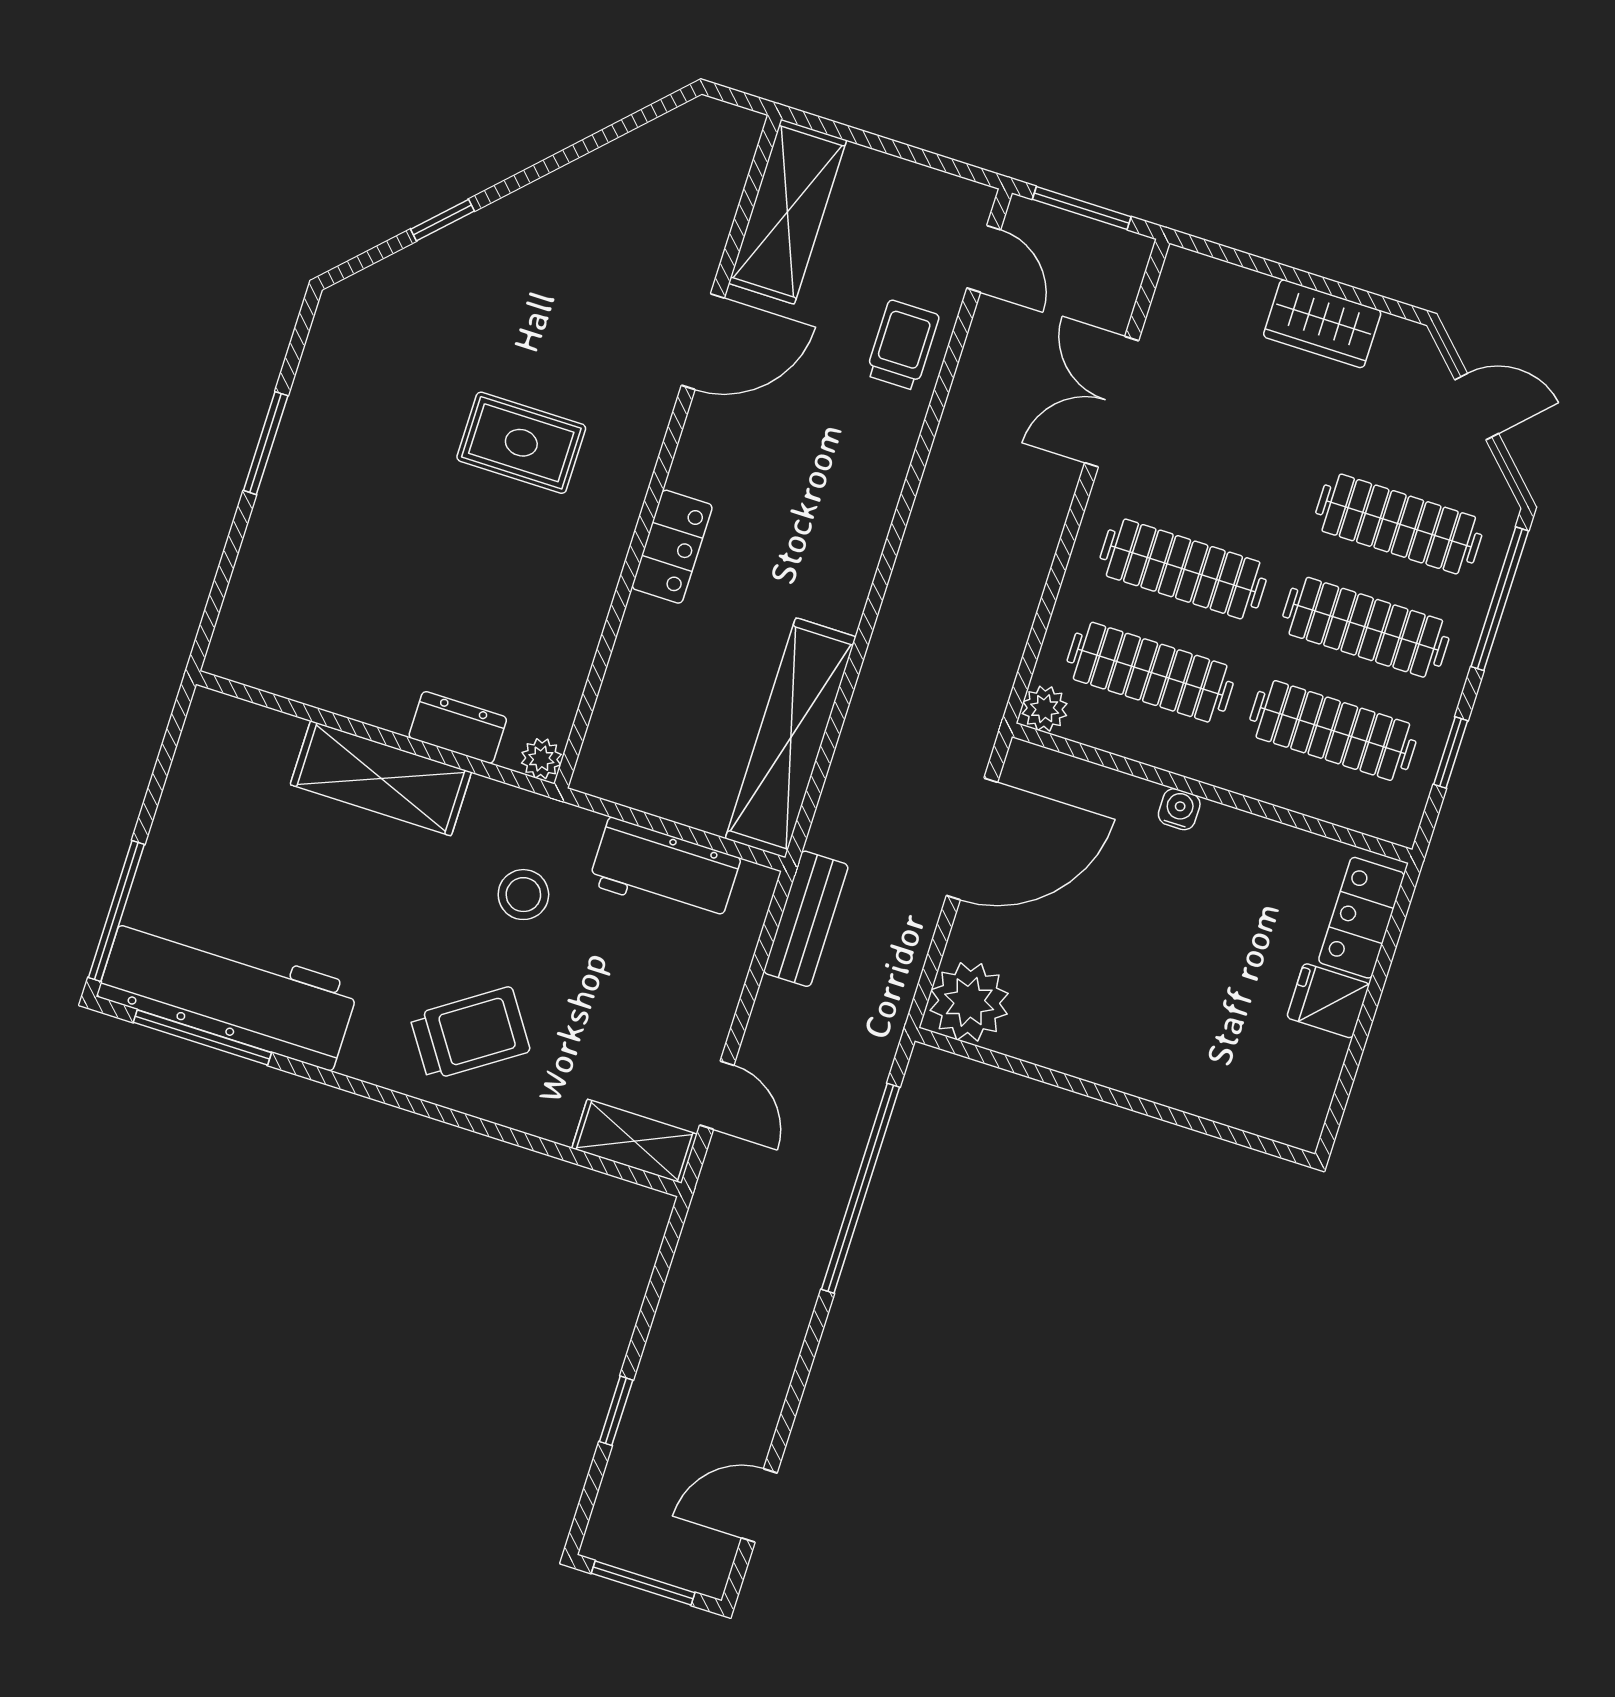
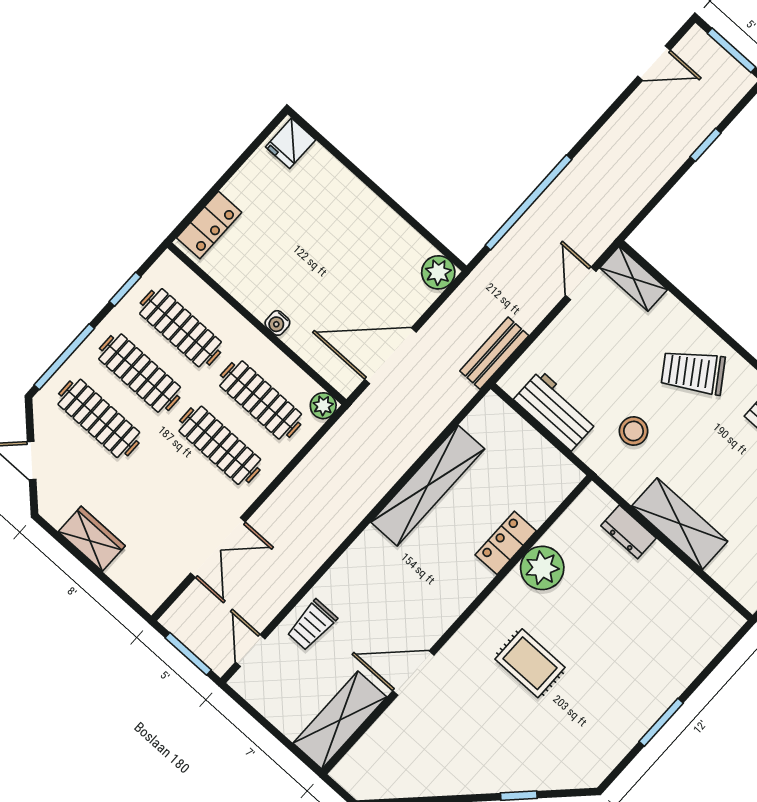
locker: (672, 547) -> (506, 543), moved
shelving: (791, 738) -> (428, 486), moved
plant: (541, 759) -> (542, 568), moved, width x1.88, depth x1.88
fridge: (1328, 1001) -> (291, 143), moved, turned 90
plant: (969, 1002) -> (438, 272), width x0.73, depth x0.73

